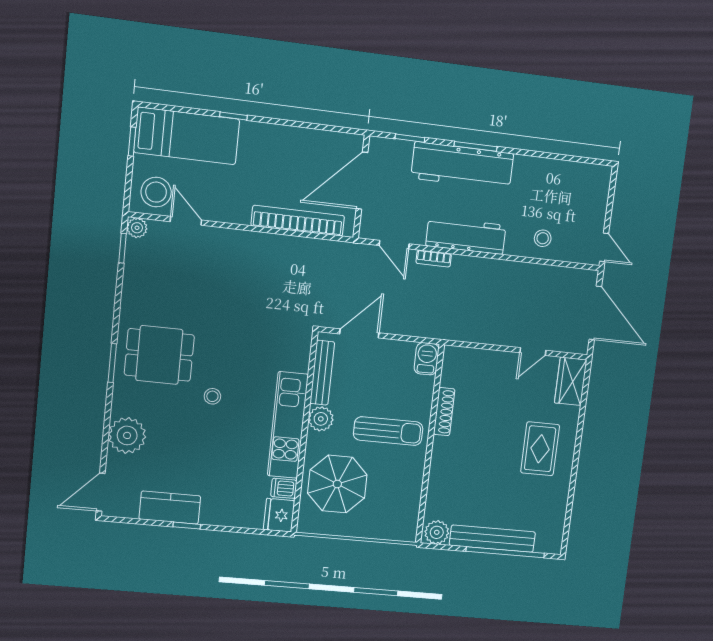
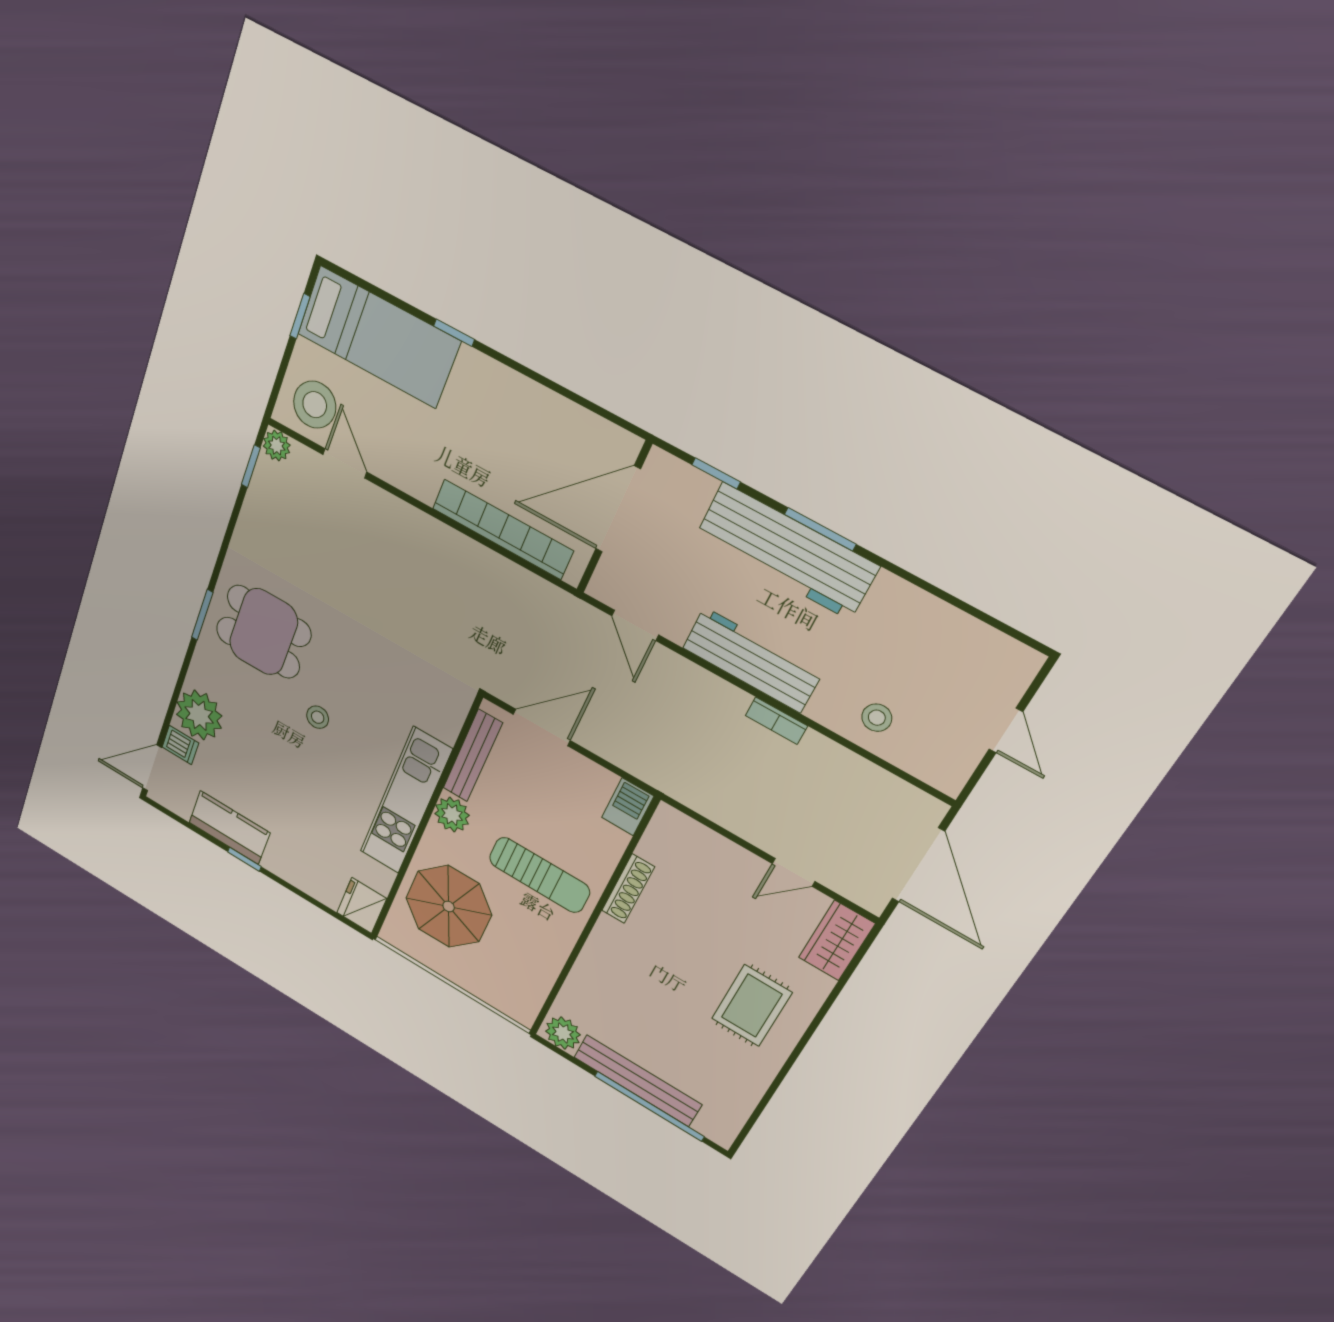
door: (604, 247) -> (1006, 731), moved
bookcase: (434, 258) -> (776, 721), moved
dishwasher: (284, 488) -> (180, 745), moved, turned 180

